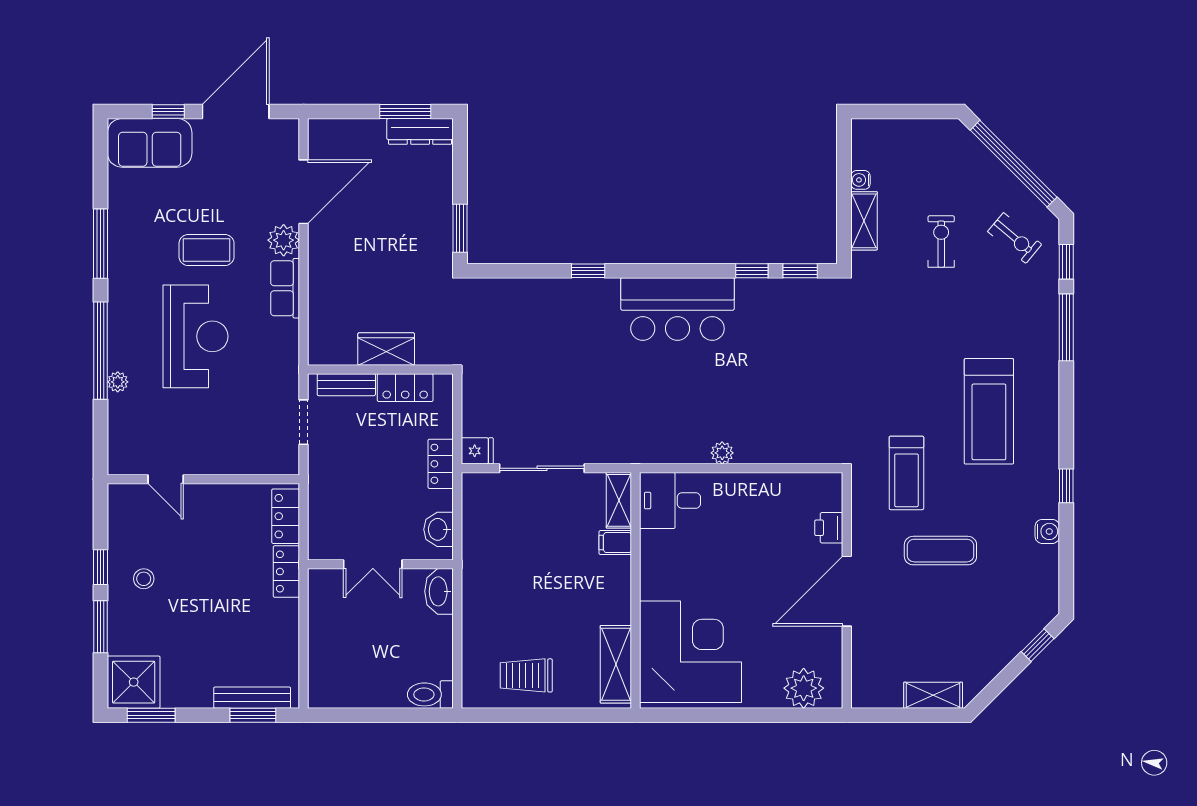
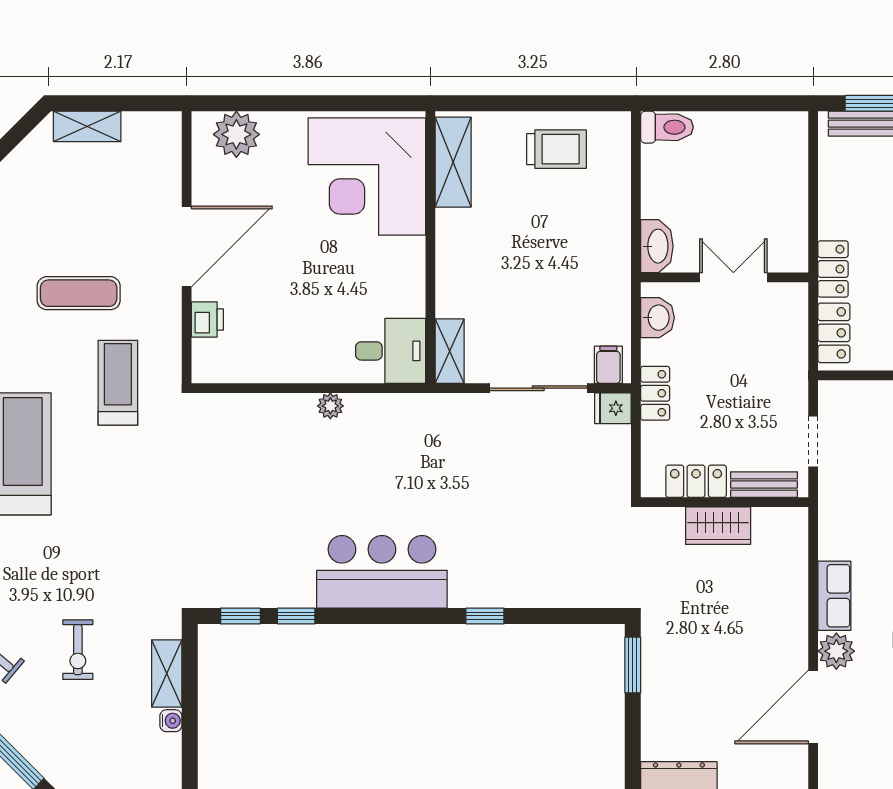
filing cabinet: (615, 543) -> (608, 365), moved, turned -90

